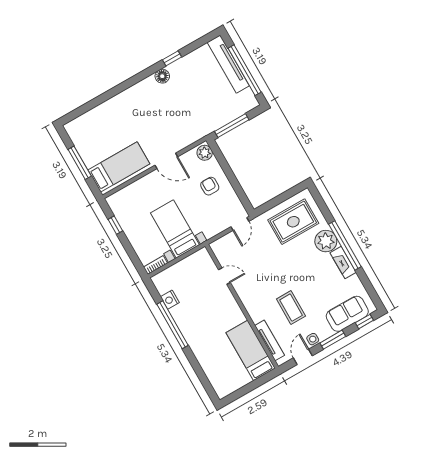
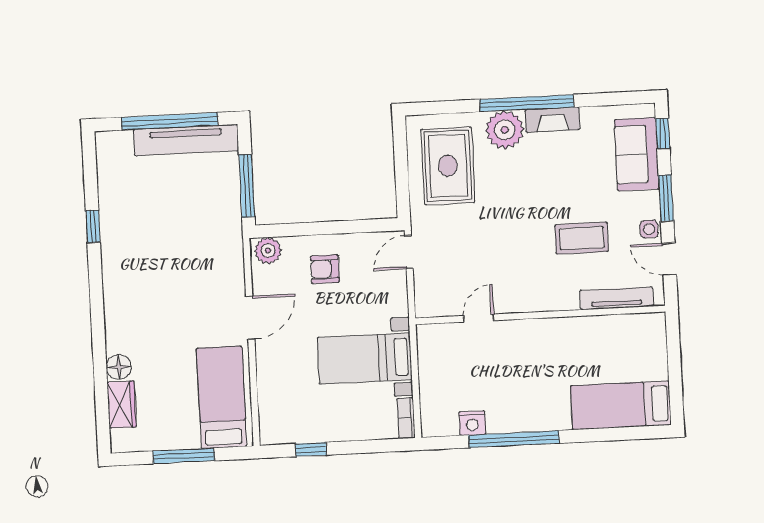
tv unit: (228, 64) -> (186, 140), moved
floor lamp: (162, 76) -> (119, 367), moved
wardrobe: (90, 118) -> (122, 405), added
door: (240, 224) -> (409, 252), swing flipped
bed: (251, 351) -> (621, 405), moved

